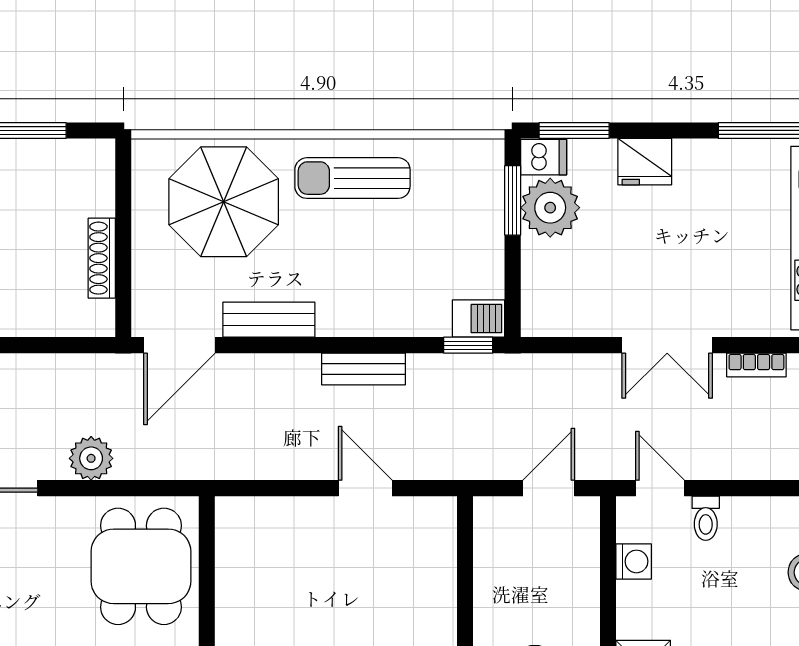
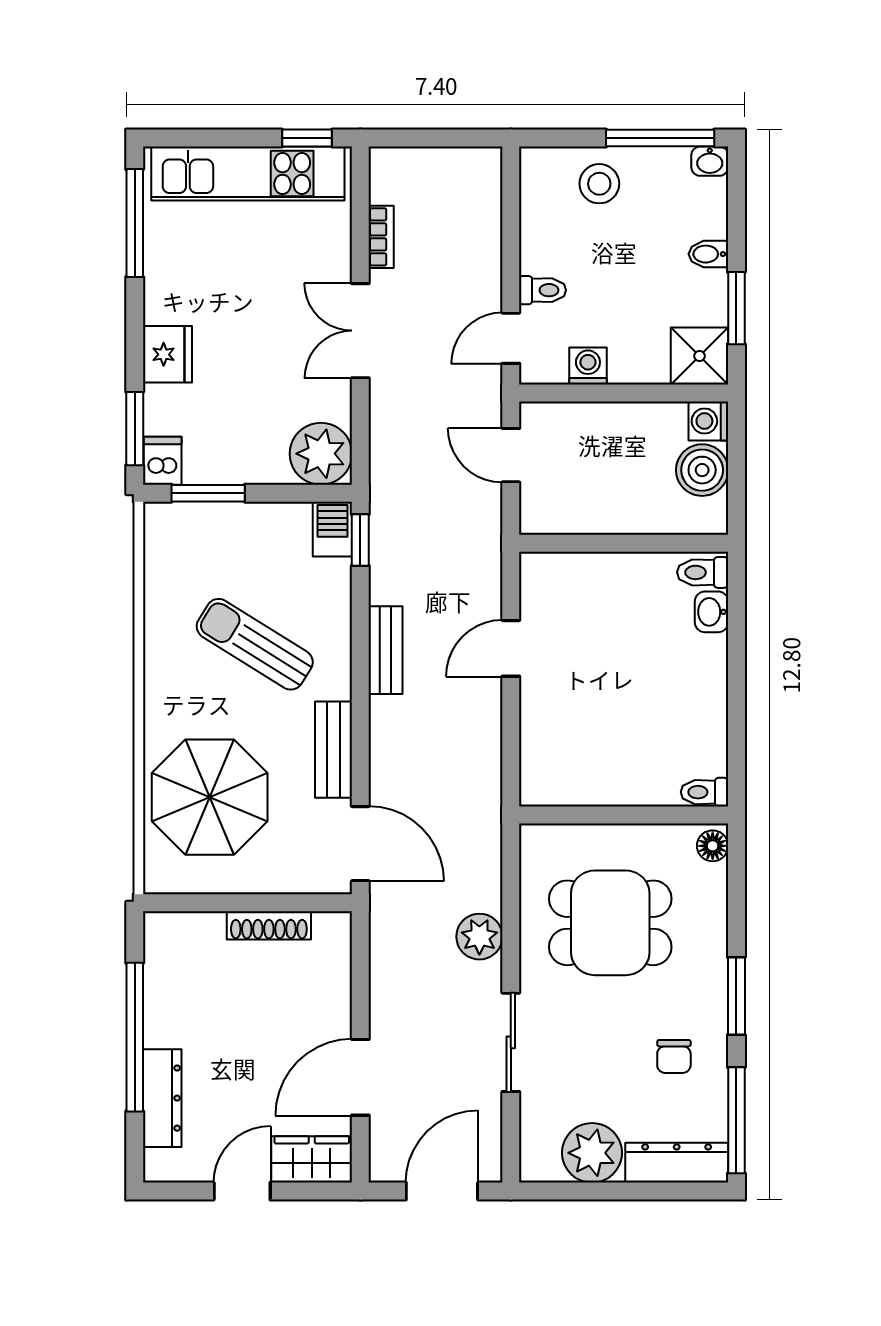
sun lounger: (352, 178) -> (255, 644), moved, turned 122
plant: (550, 208) -> (321, 454), moved
double door: (667, 345) -> (360, 331), swing flipped
dining table: (141, 566) -> (610, 923), moved

